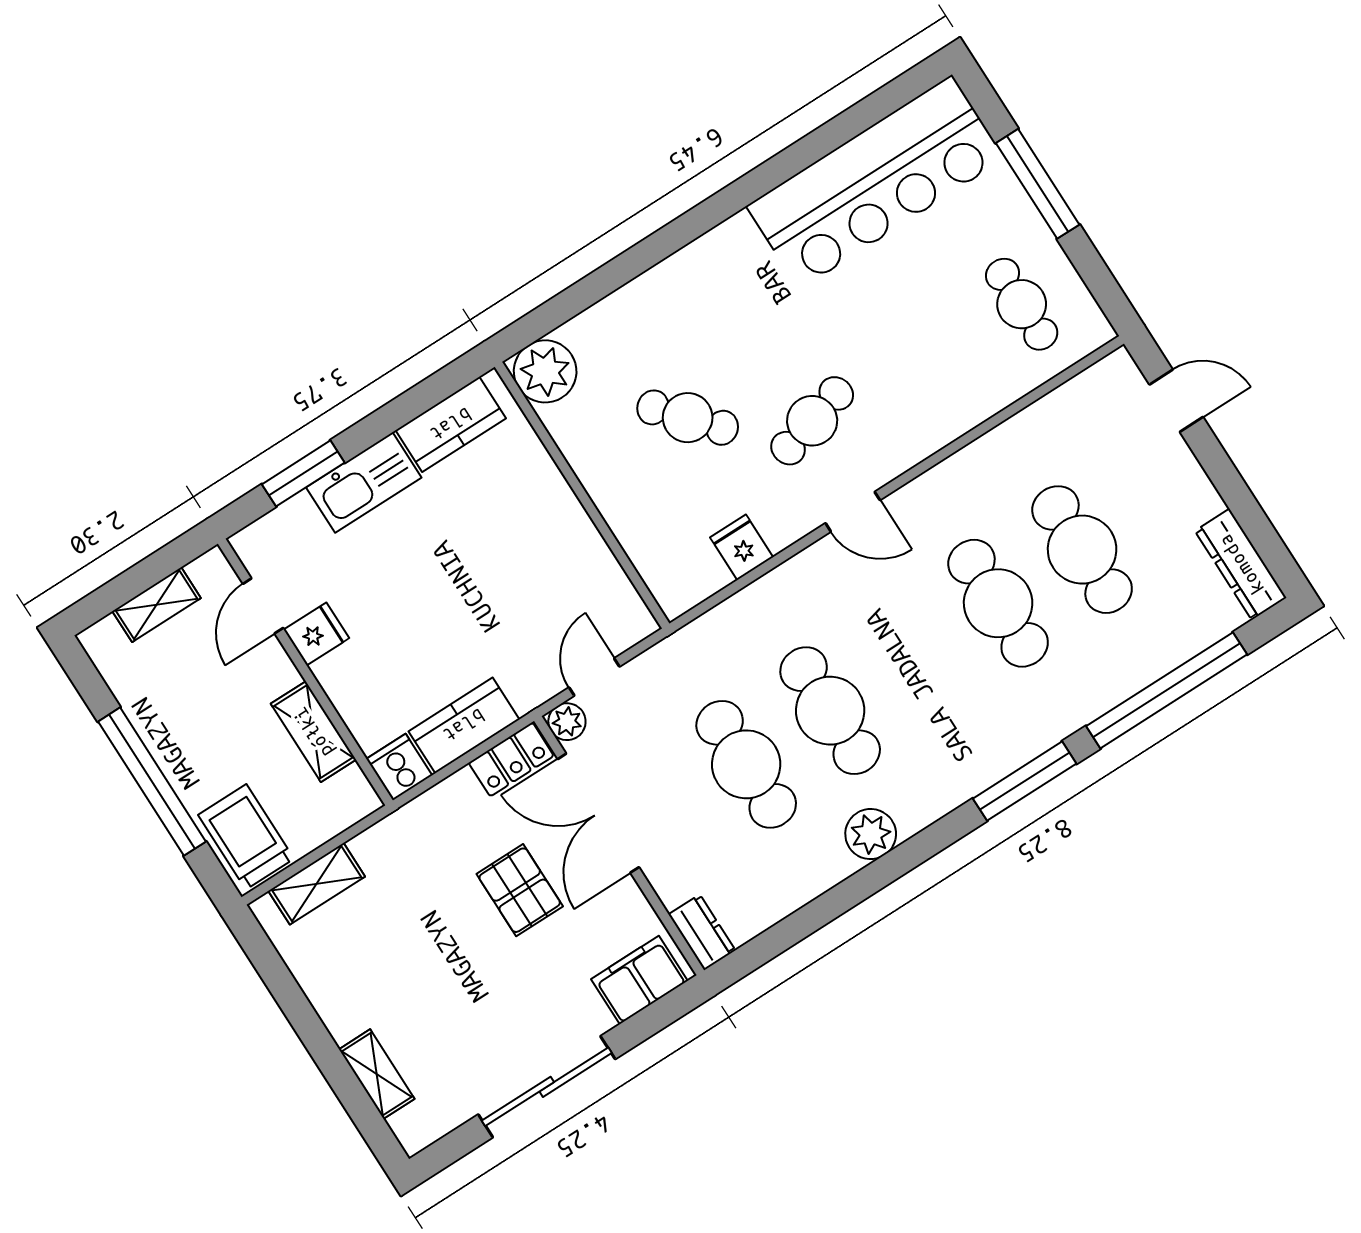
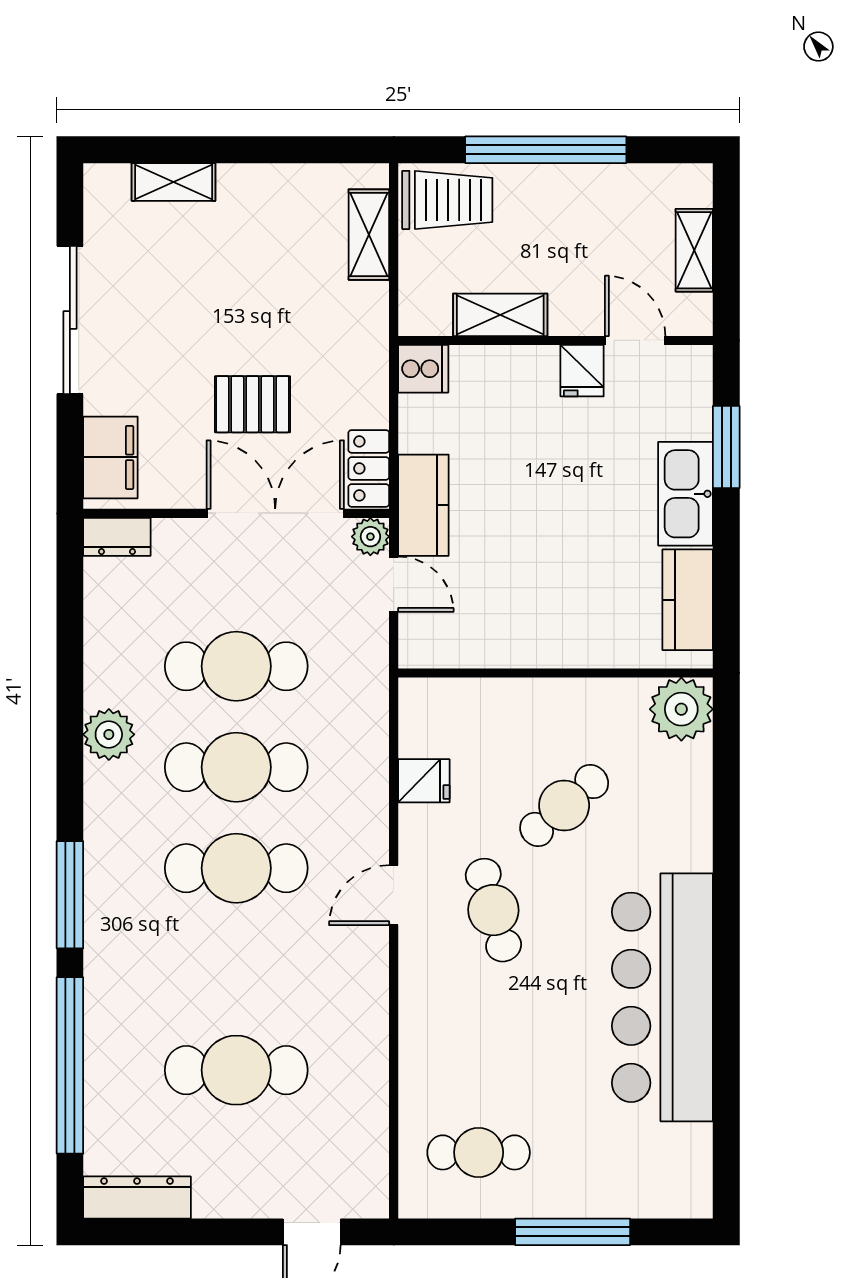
bar counter: (876, 182) -> (662, 997), moved
cafe table: (998, 603) -> (236, 868), moved
kitchen counter: (464, 725) -> (423, 505), moved

